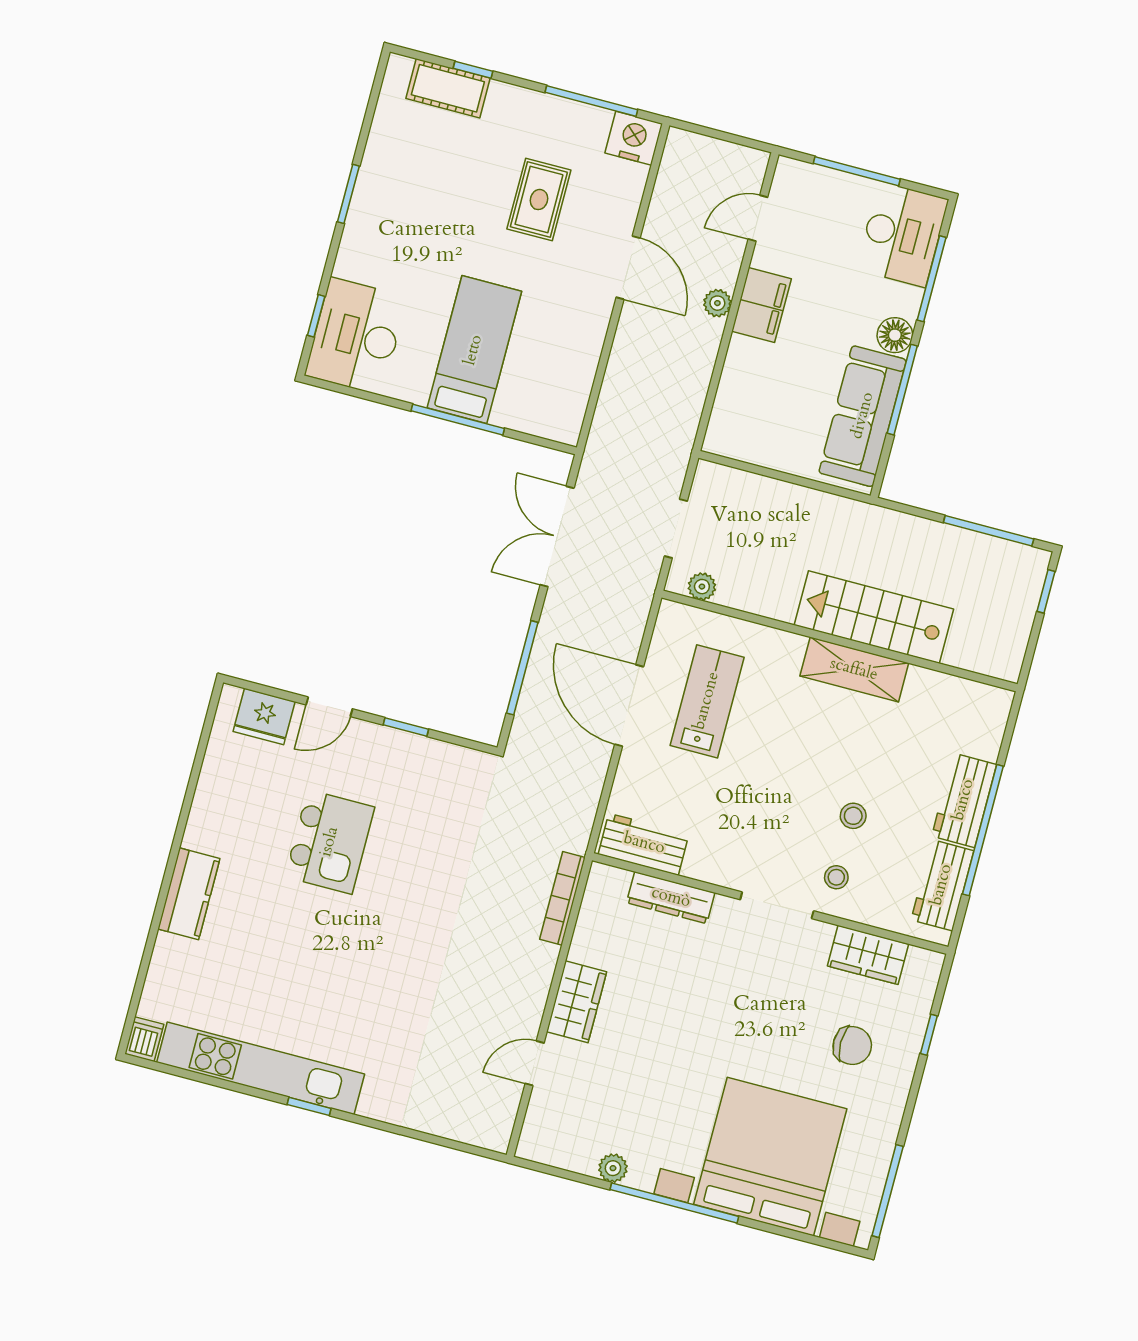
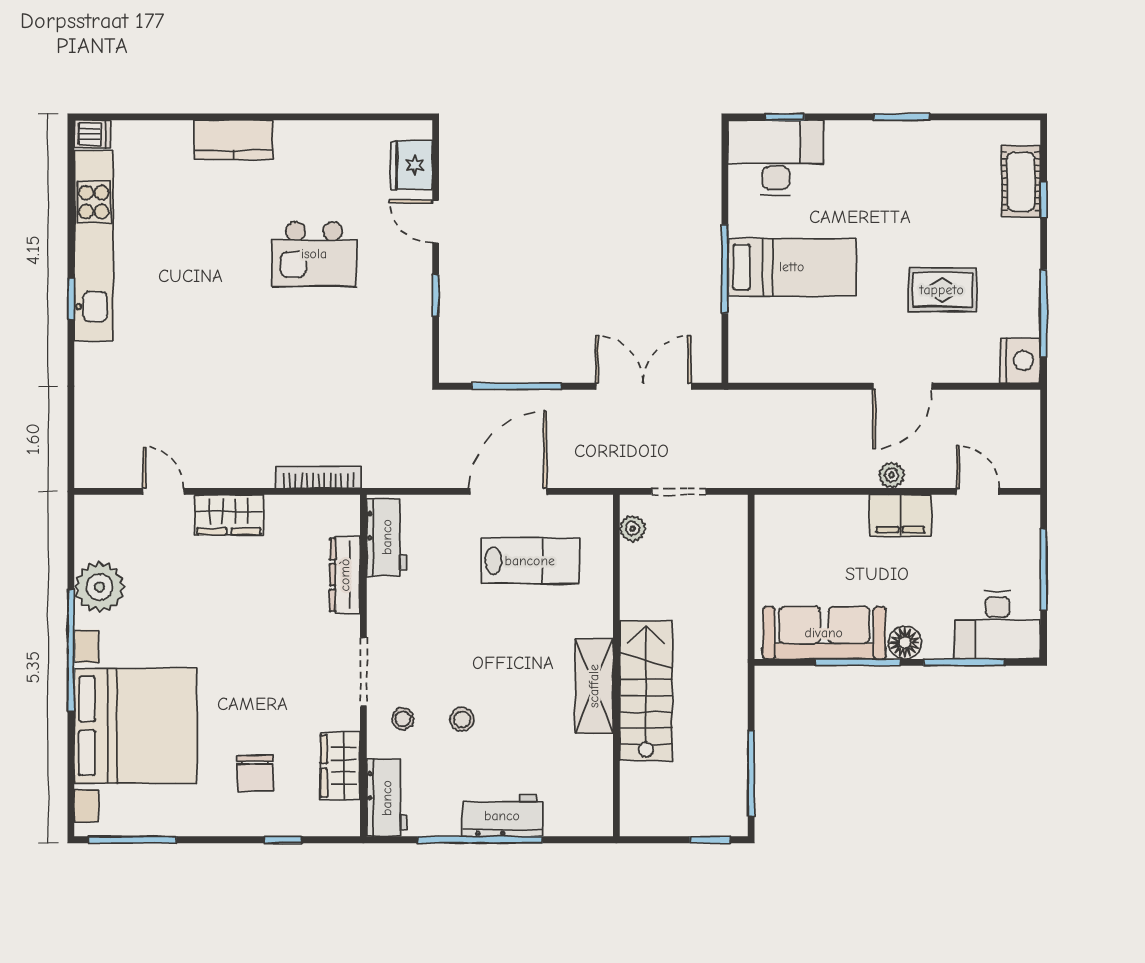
workbench: (942, 885) -> (387, 798), moved, turned 90
plant: (613, 1168) -> (99, 587), width x1.87, depth x1.87

